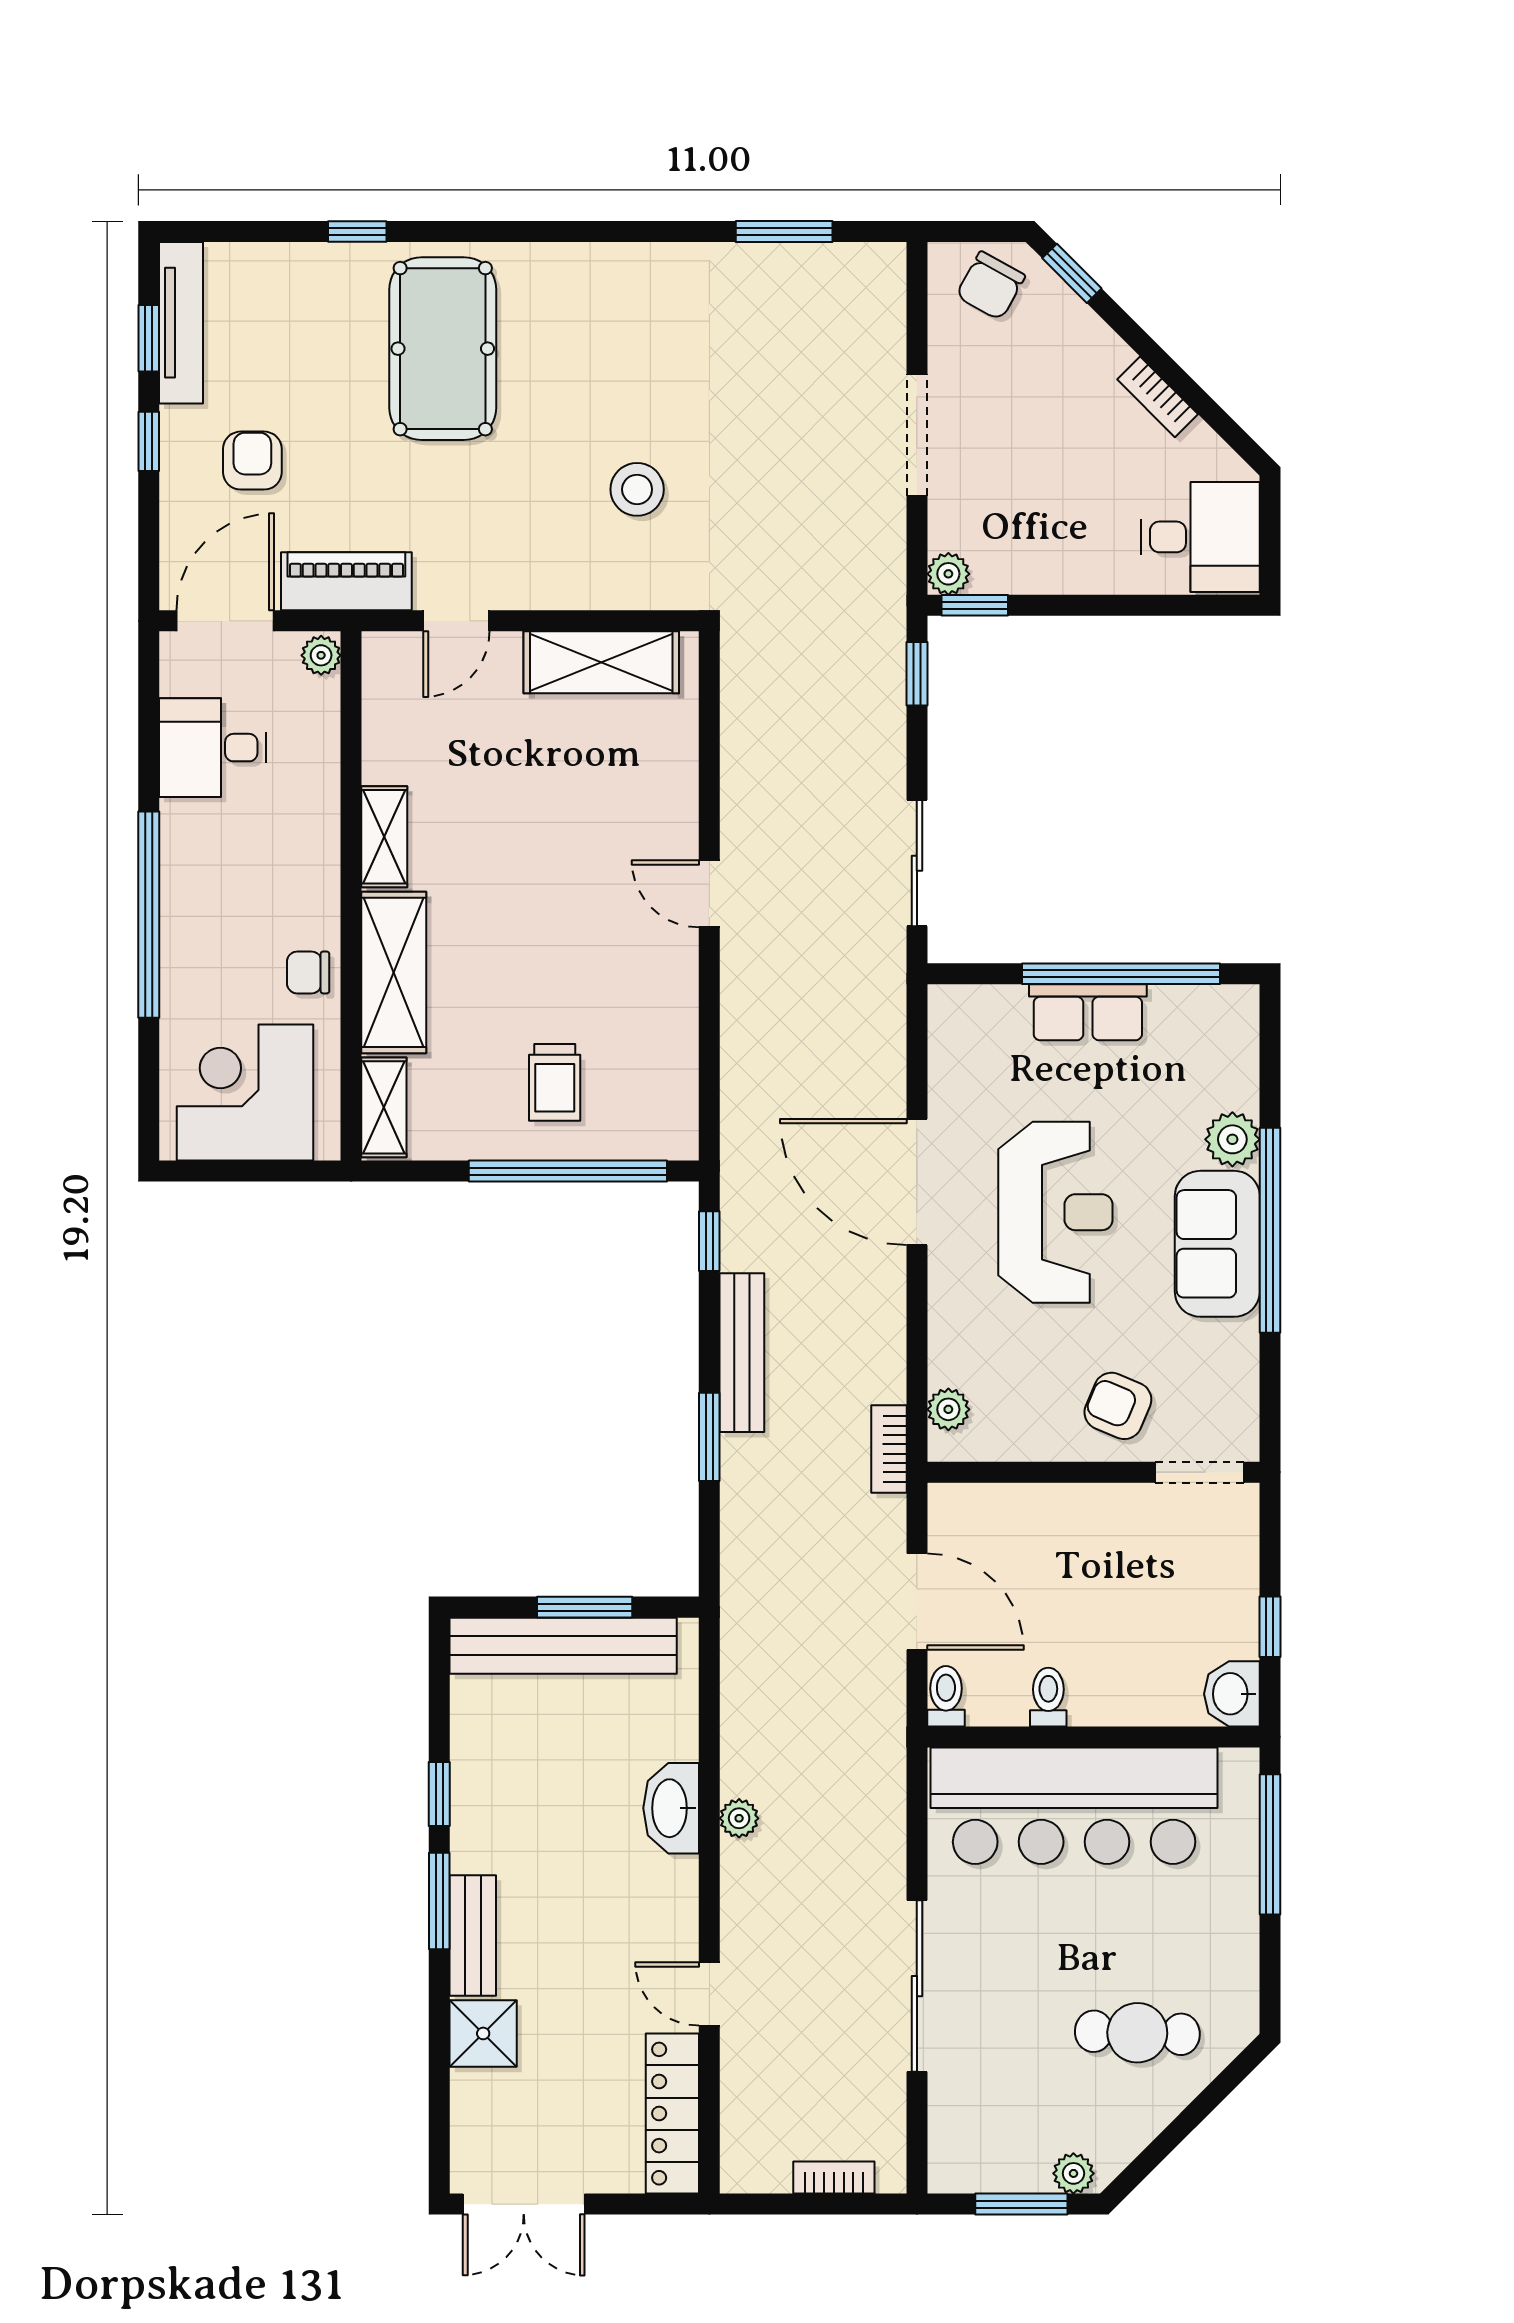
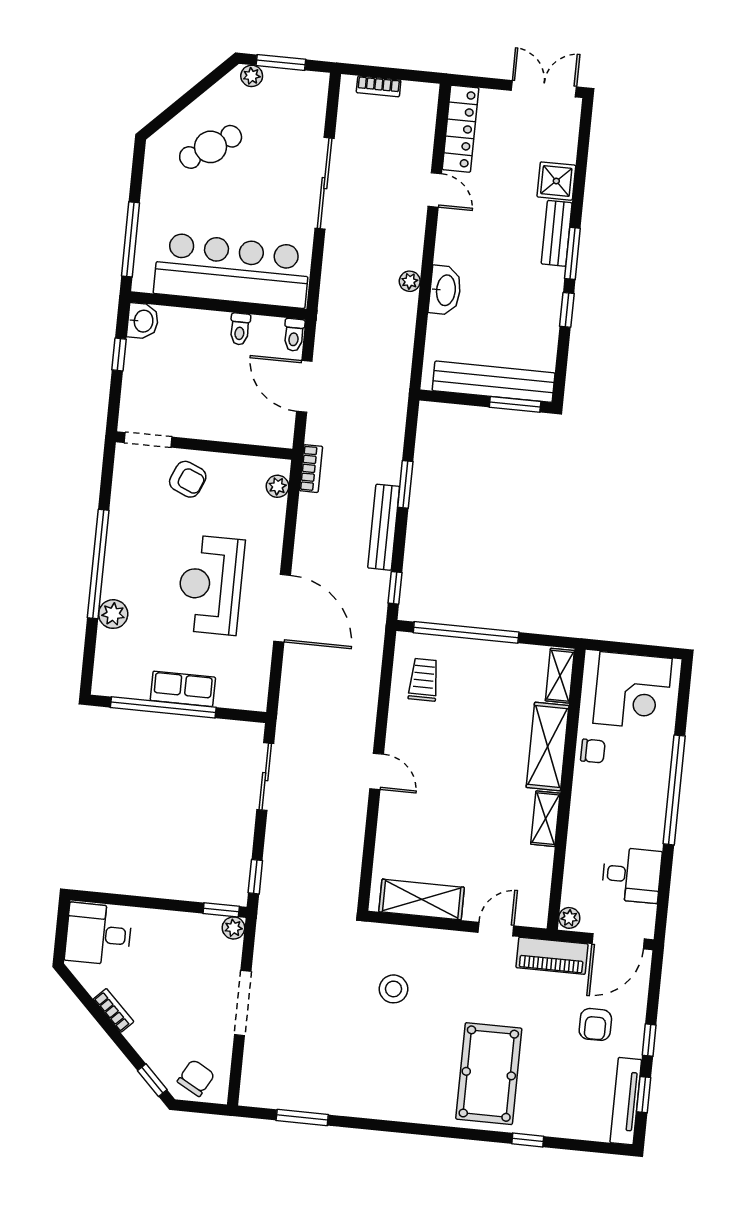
trolley: (555, 1082) -> (424, 680), moved
sofa: (1217, 1244) -> (127, 560), removed
window: (585, 1607) -> (515, 404), moved
cafe table: (1137, 2033) -> (211, 147), turned -35

